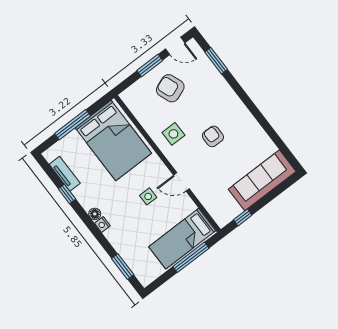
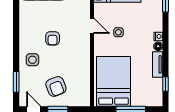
side table: (173, 134) -> (32, 60), moved
tv unit: (65, 174) -> (158, 64), moved
window: (67, 194) -> (166, 84), moved

